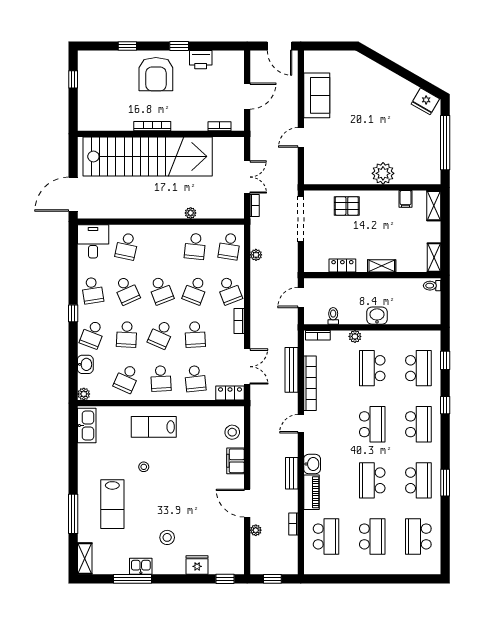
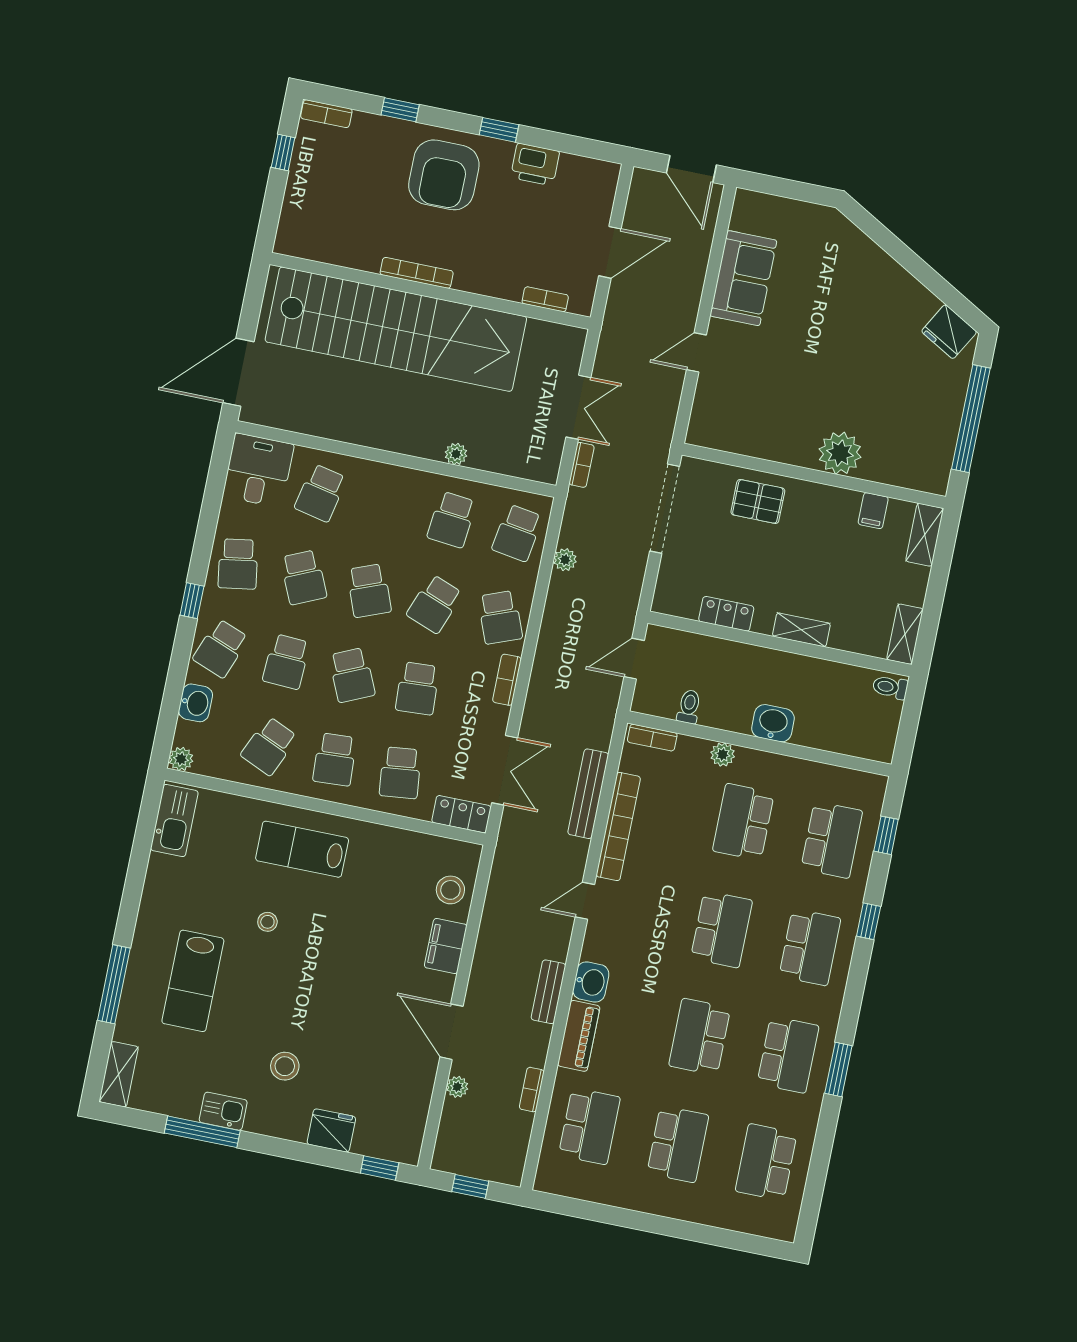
bookcase: (91, 56) -> (326, 114), added
school desk: (161, 334) -> (352, 675), turned -48

